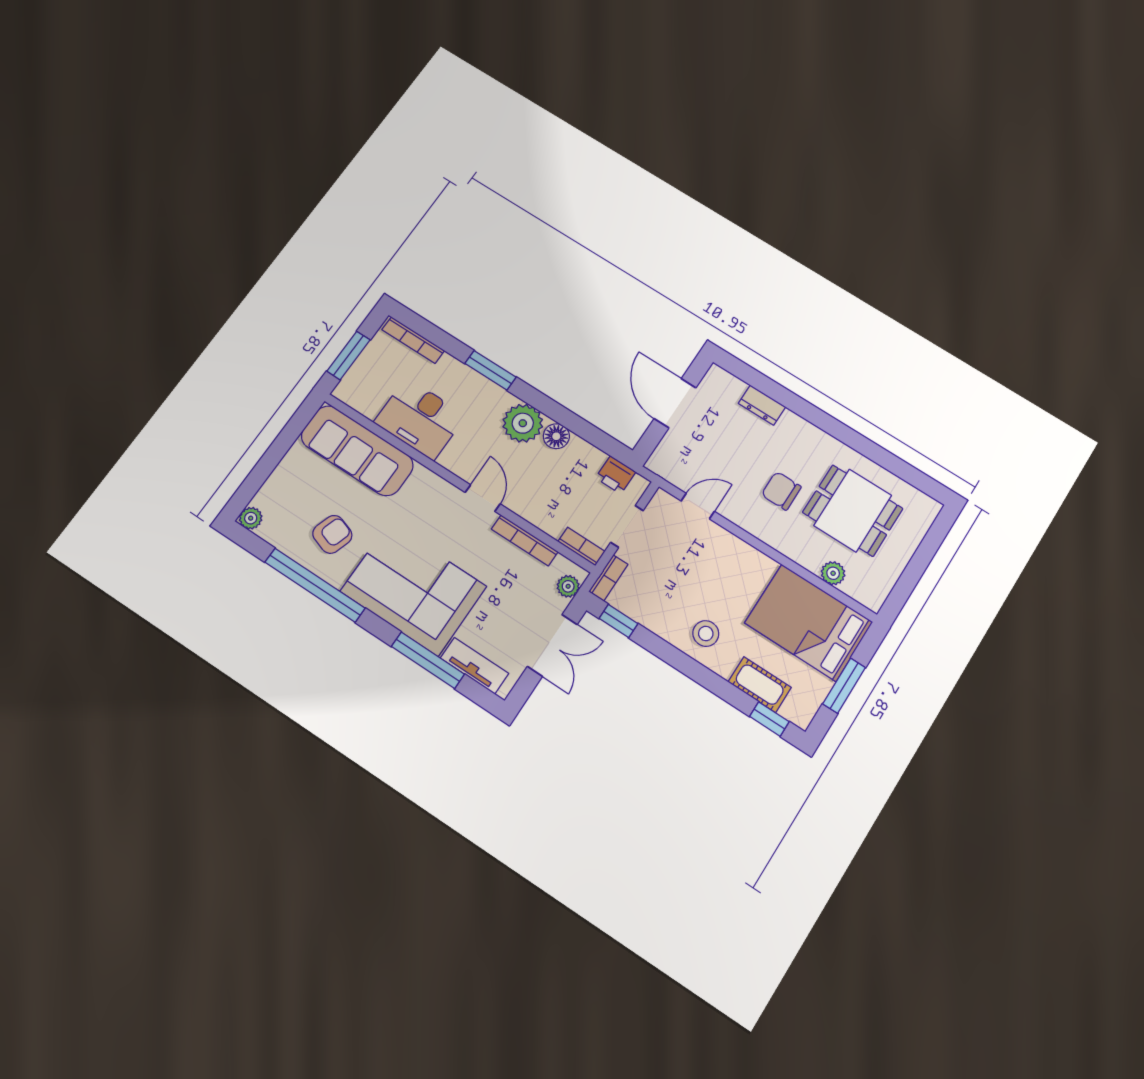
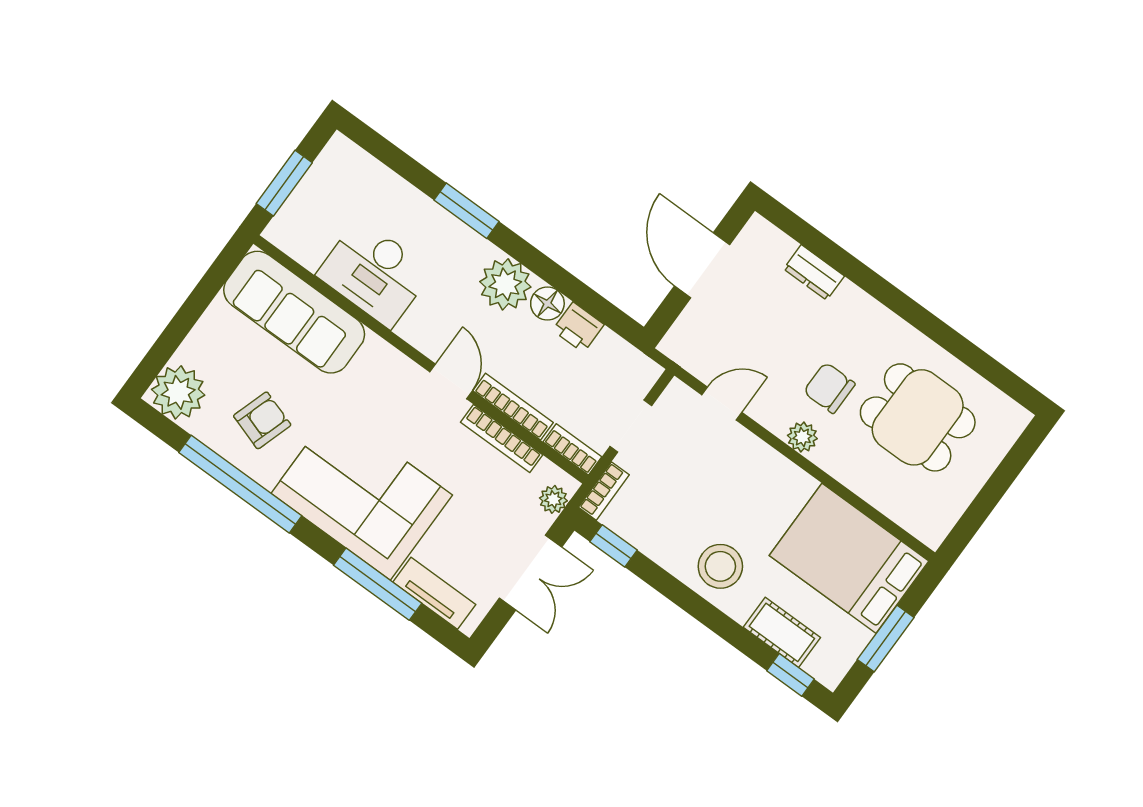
bookcase: (413, 340) -> (513, 407), moved, turned 180
printer: (616, 475) -> (578, 327), moved
plant: (251, 518) -> (178, 392), width x1.88, depth x1.88
plant: (833, 573) -> (802, 437), moved
stool: (706, 634) -> (720, 566), width x1.38, depth x1.38

